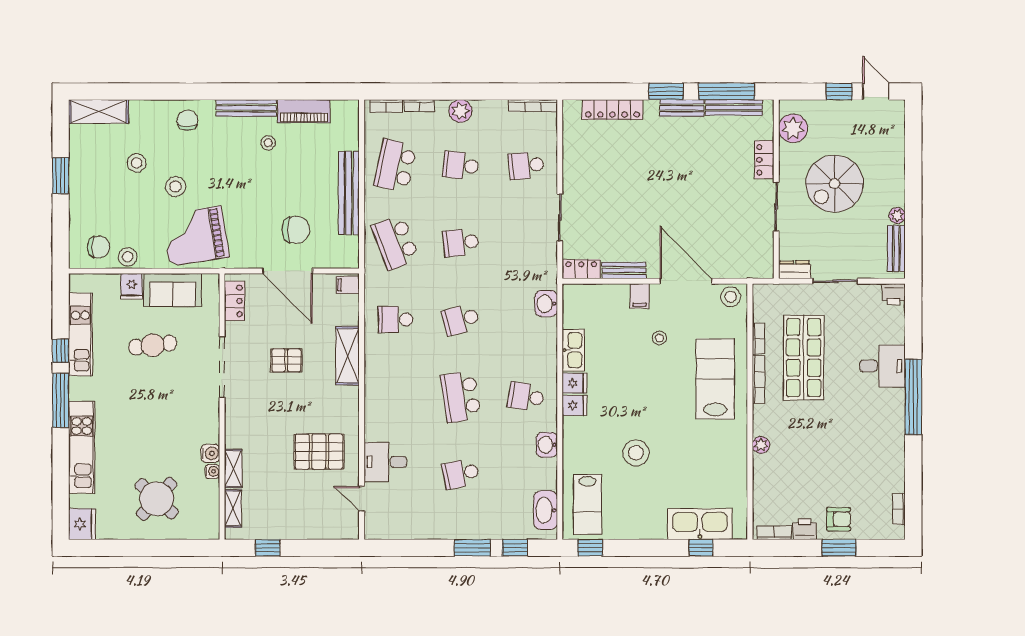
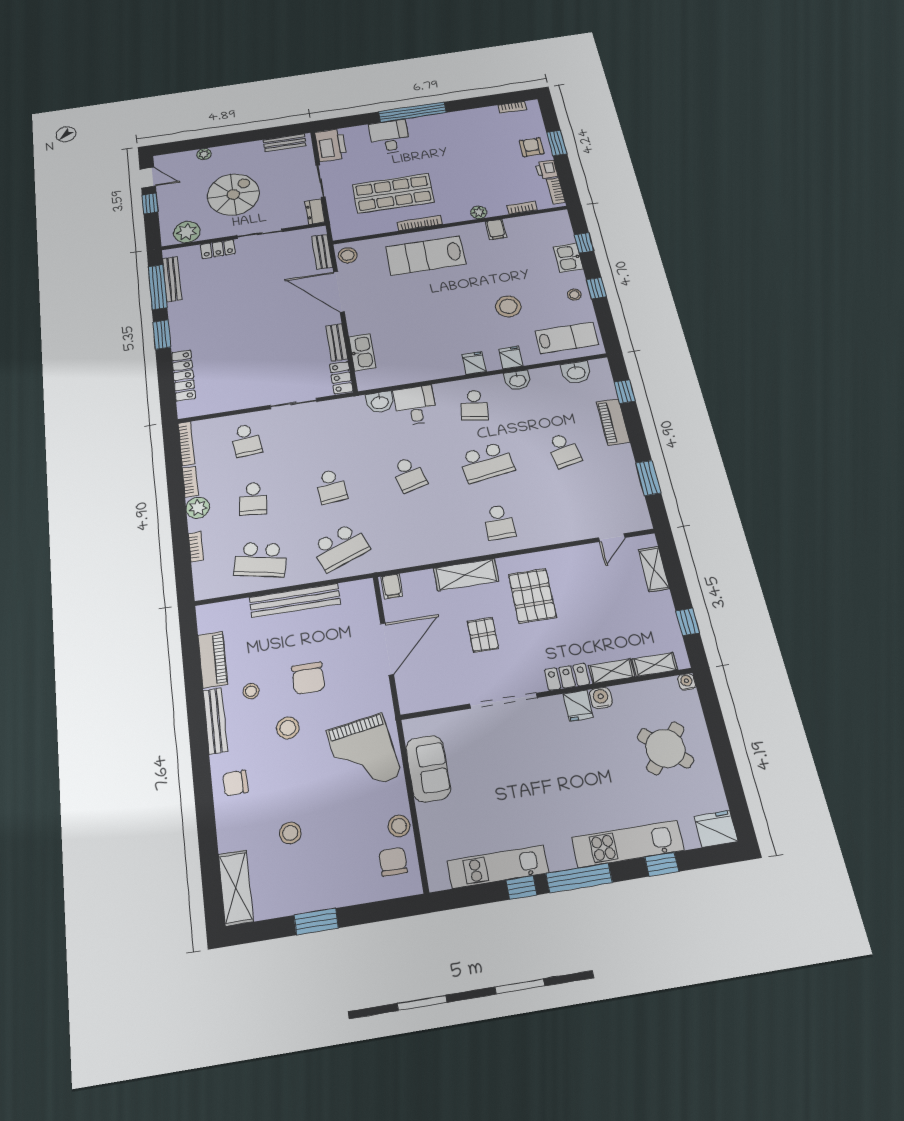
door: (876, 91) -> (148, 178), swing flipped
bookcase: (386, 106) -> (190, 482), moved
bench: (682, 108) -> (322, 252), moved
spiral stairs: (835, 184) -> (233, 194), turned -90
stool: (176, 186) -> (288, 728), moved
plant: (897, 215) -> (204, 154), moved
chair: (296, 230) -> (308, 678), moved, turned 180
door: (686, 281) -> (339, 292), hinge flipped
fridge: (132, 286) -> (578, 706), moved, turned 90
printer: (894, 294) -> (331, 145), width x1.87, depth x1.48
filing cabinet: (640, 296) -> (496, 229), moved, turned 90
locker: (234, 301) -> (567, 677), moved
school desk: (395, 320) -> (499, 522), moved
stool: (659, 338) -> (574, 295), moved
bookcase: (759, 339) -> (522, 208), moved
cafe table: (153, 345) -> (494, 781), removed
kitchen sink: (573, 350) -> (362, 352), moved, turned 90
fridge: (574, 383) -> (511, 357), moved
pallet: (319, 452) -> (532, 596), moved
desk: (385, 462) -> (415, 405), moved, turned 180
window: (61, 471) -> (662, 864), added
water cooler: (212, 472) -> (687, 682), moved
washbasin: (546, 510) -> (576, 372), width x0.72
kitchen sink: (700, 524) -> (568, 258), width x0.53, depth x0.81
piano: (483, 528) -> (613, 422), added
shelving: (324, 530) -> (654, 569), added
window: (472, 548) -> (648, 478), moved
window: (590, 548) -> (596, 288), moved

